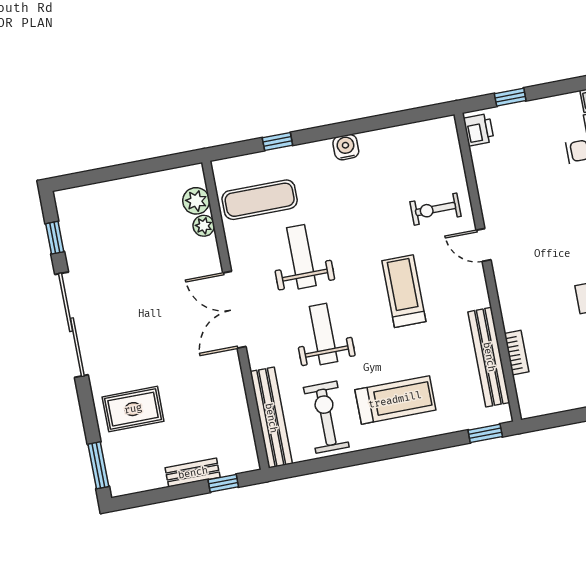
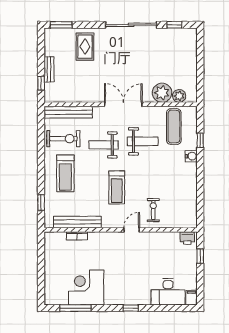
water cooler: (346, 147) -> (191, 156), moved
plant: (204, 226) -> (162, 93), width x1.87, depth x1.87
treadmill: (404, 291) -> (117, 187), turned 90
weight bench: (323, 334) -> (104, 145), turned 180
window: (485, 433) -> (41, 203), moved

